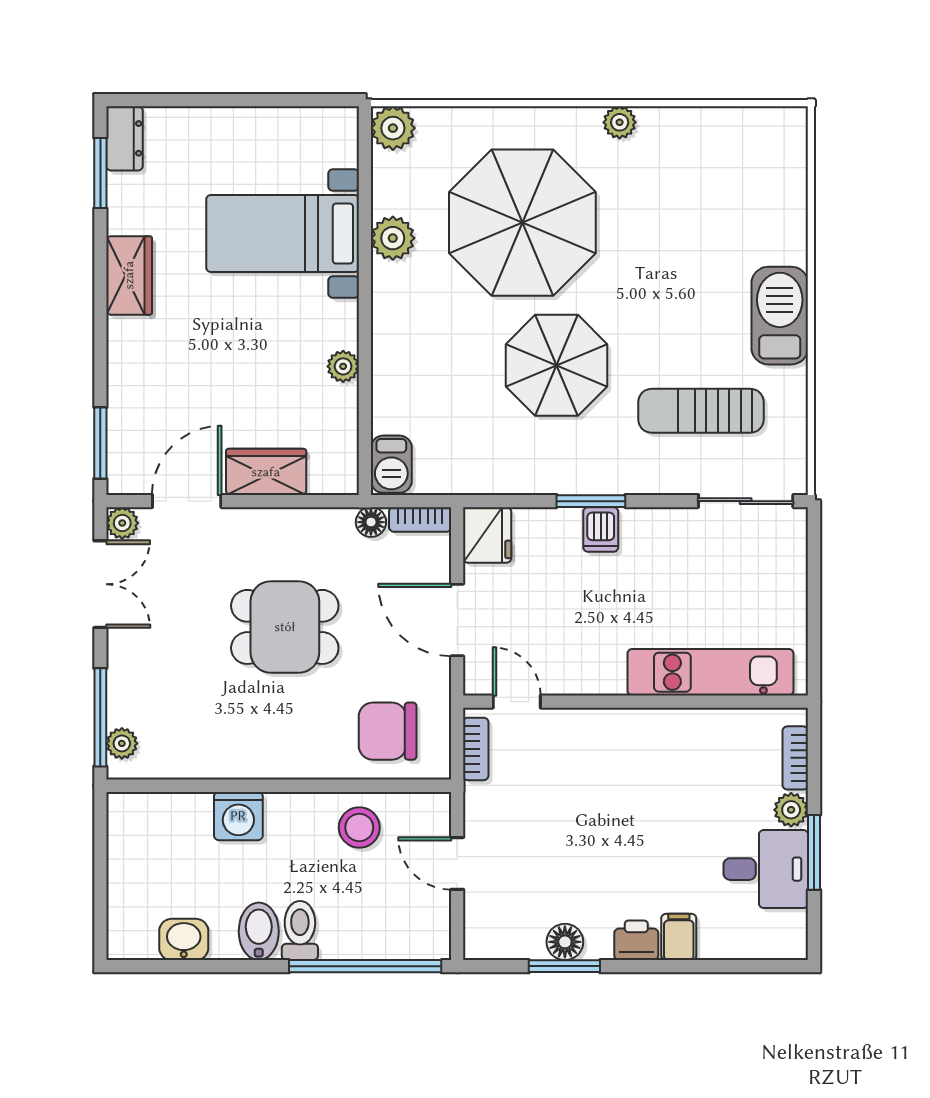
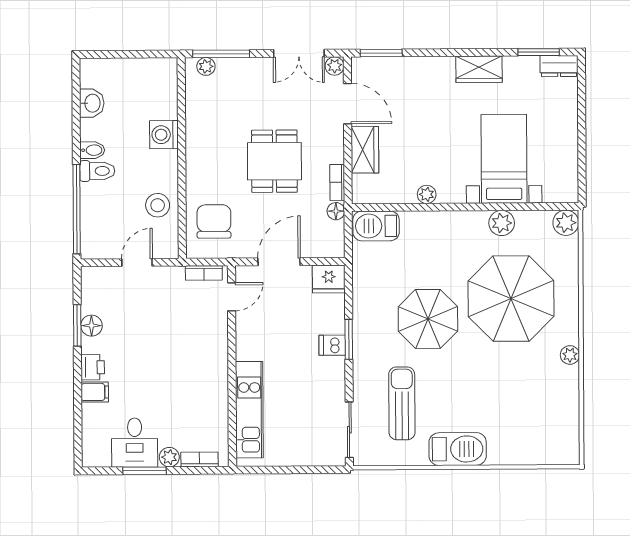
barbecue: (391, 464) -> (376, 226), width x1.38, depth x1.27
bookcase: (420, 519) -> (337, 182), moved
bidet: (259, 931) -> (92, 150), width x0.72, depth x0.74

